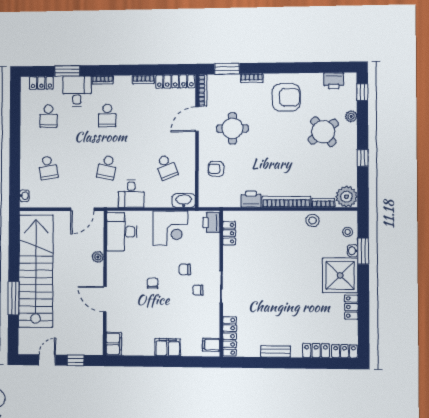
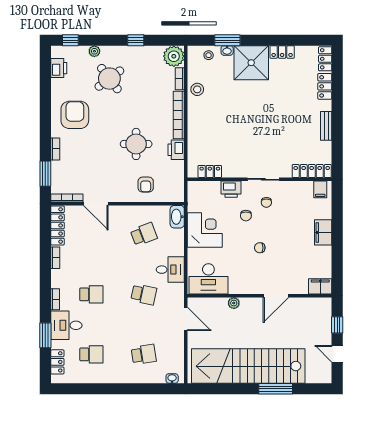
round table: (232, 128) -> (136, 144), moved
printer: (211, 222) -> (231, 189), moved

